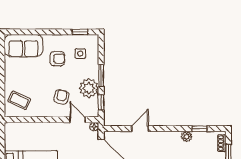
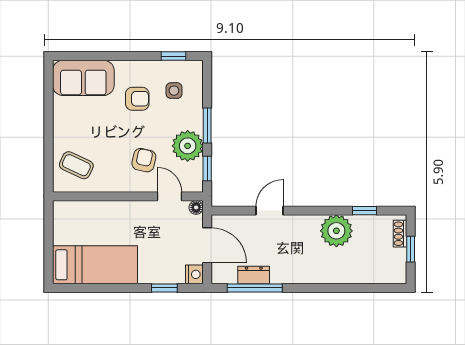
plant: (187, 137) -> (336, 231), width x1.87, depth x1.87

